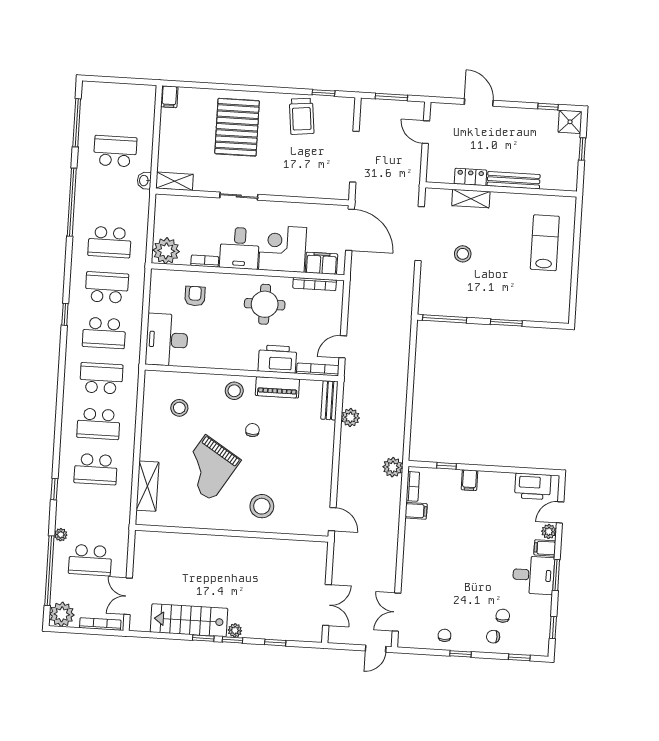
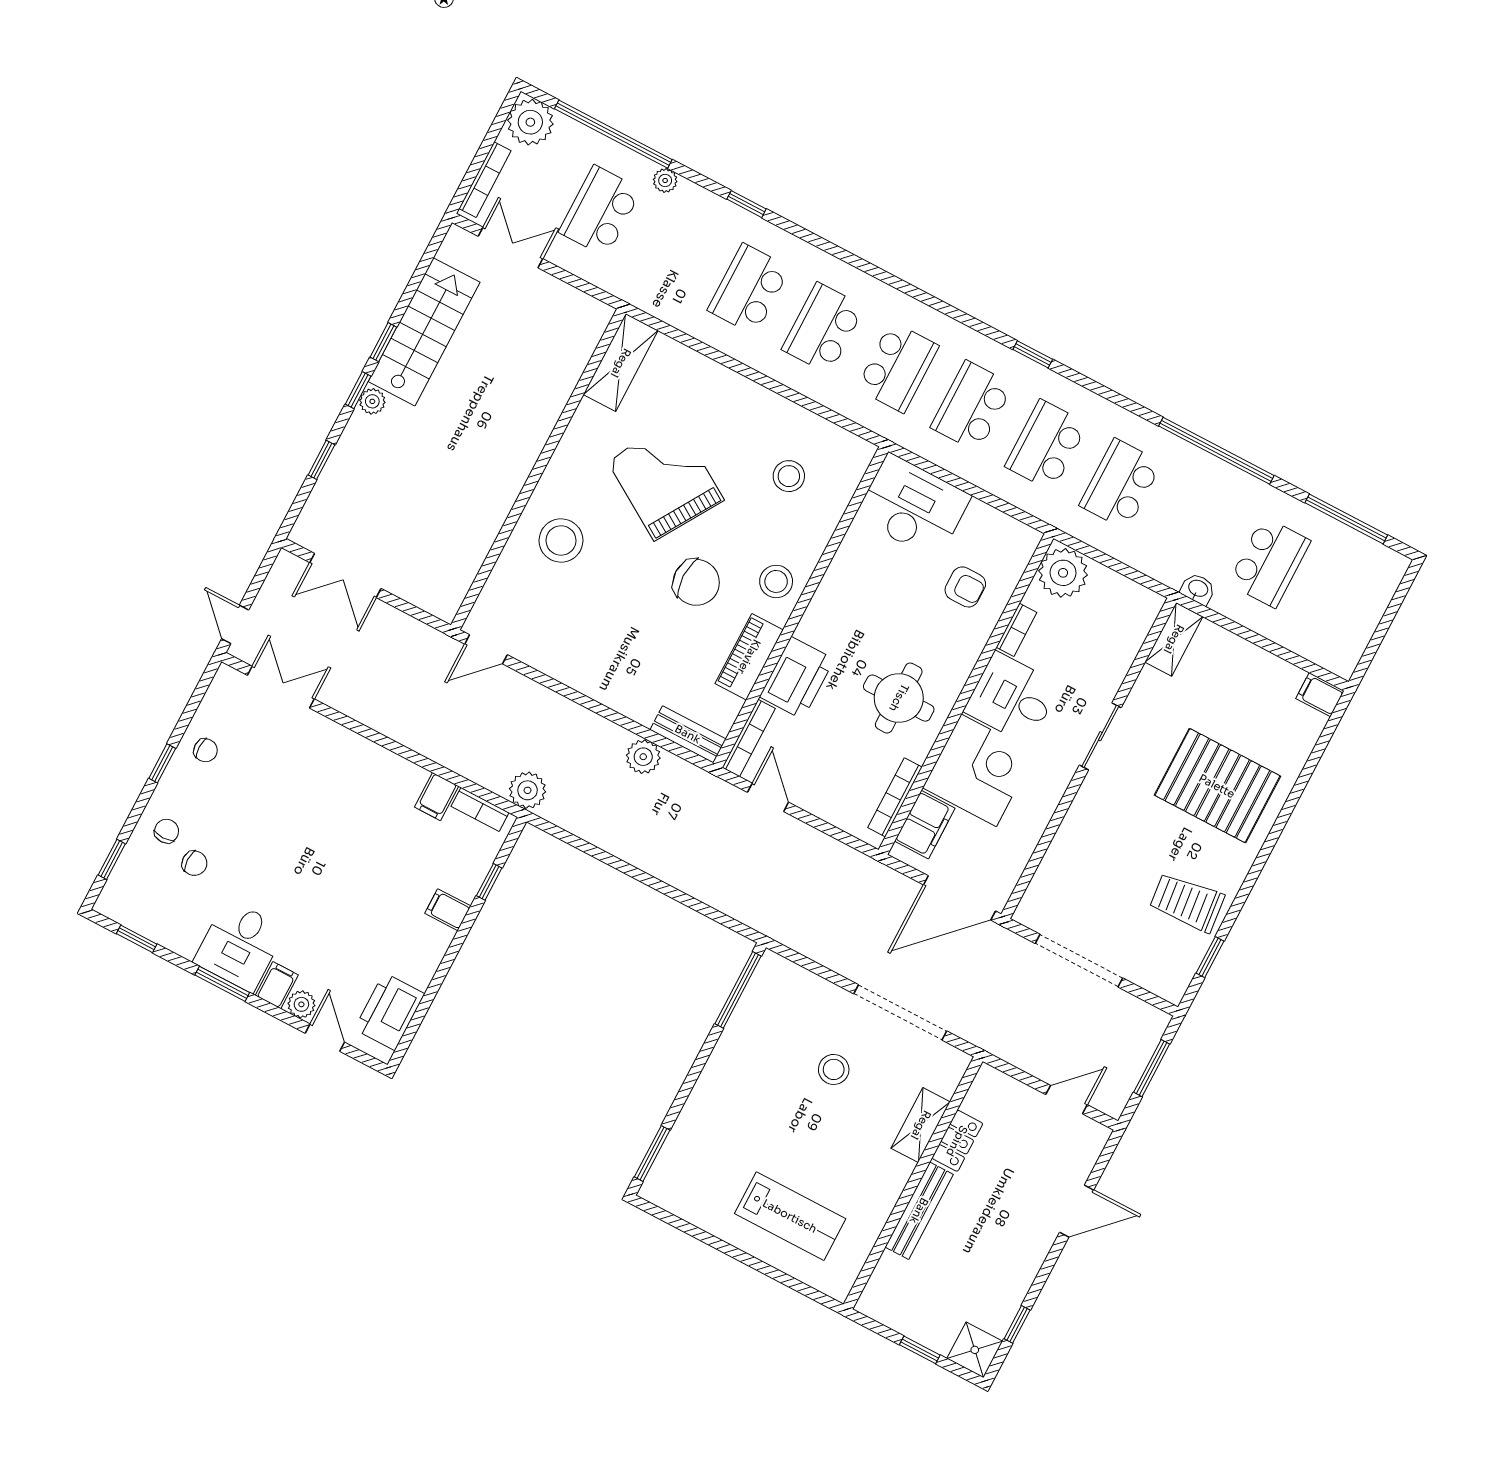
school desk: (107, 287) -> (1046, 445), turned 180
window: (506, 323) -> (652, 1154), moved
chair: (252, 430) -> (696, 582), width x1.87, depth x1.87
shelving: (147, 486) -> (621, 363), moved, turned 90

